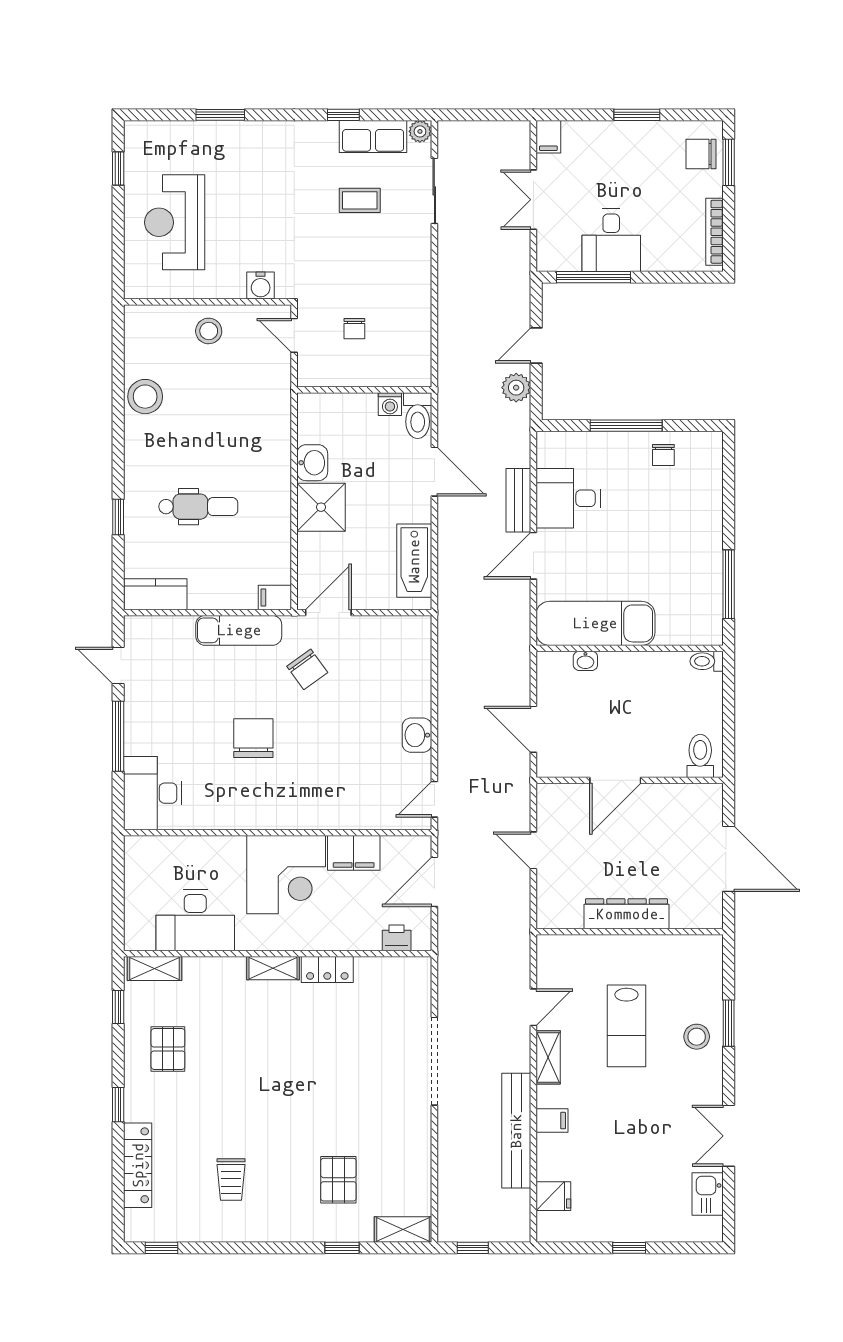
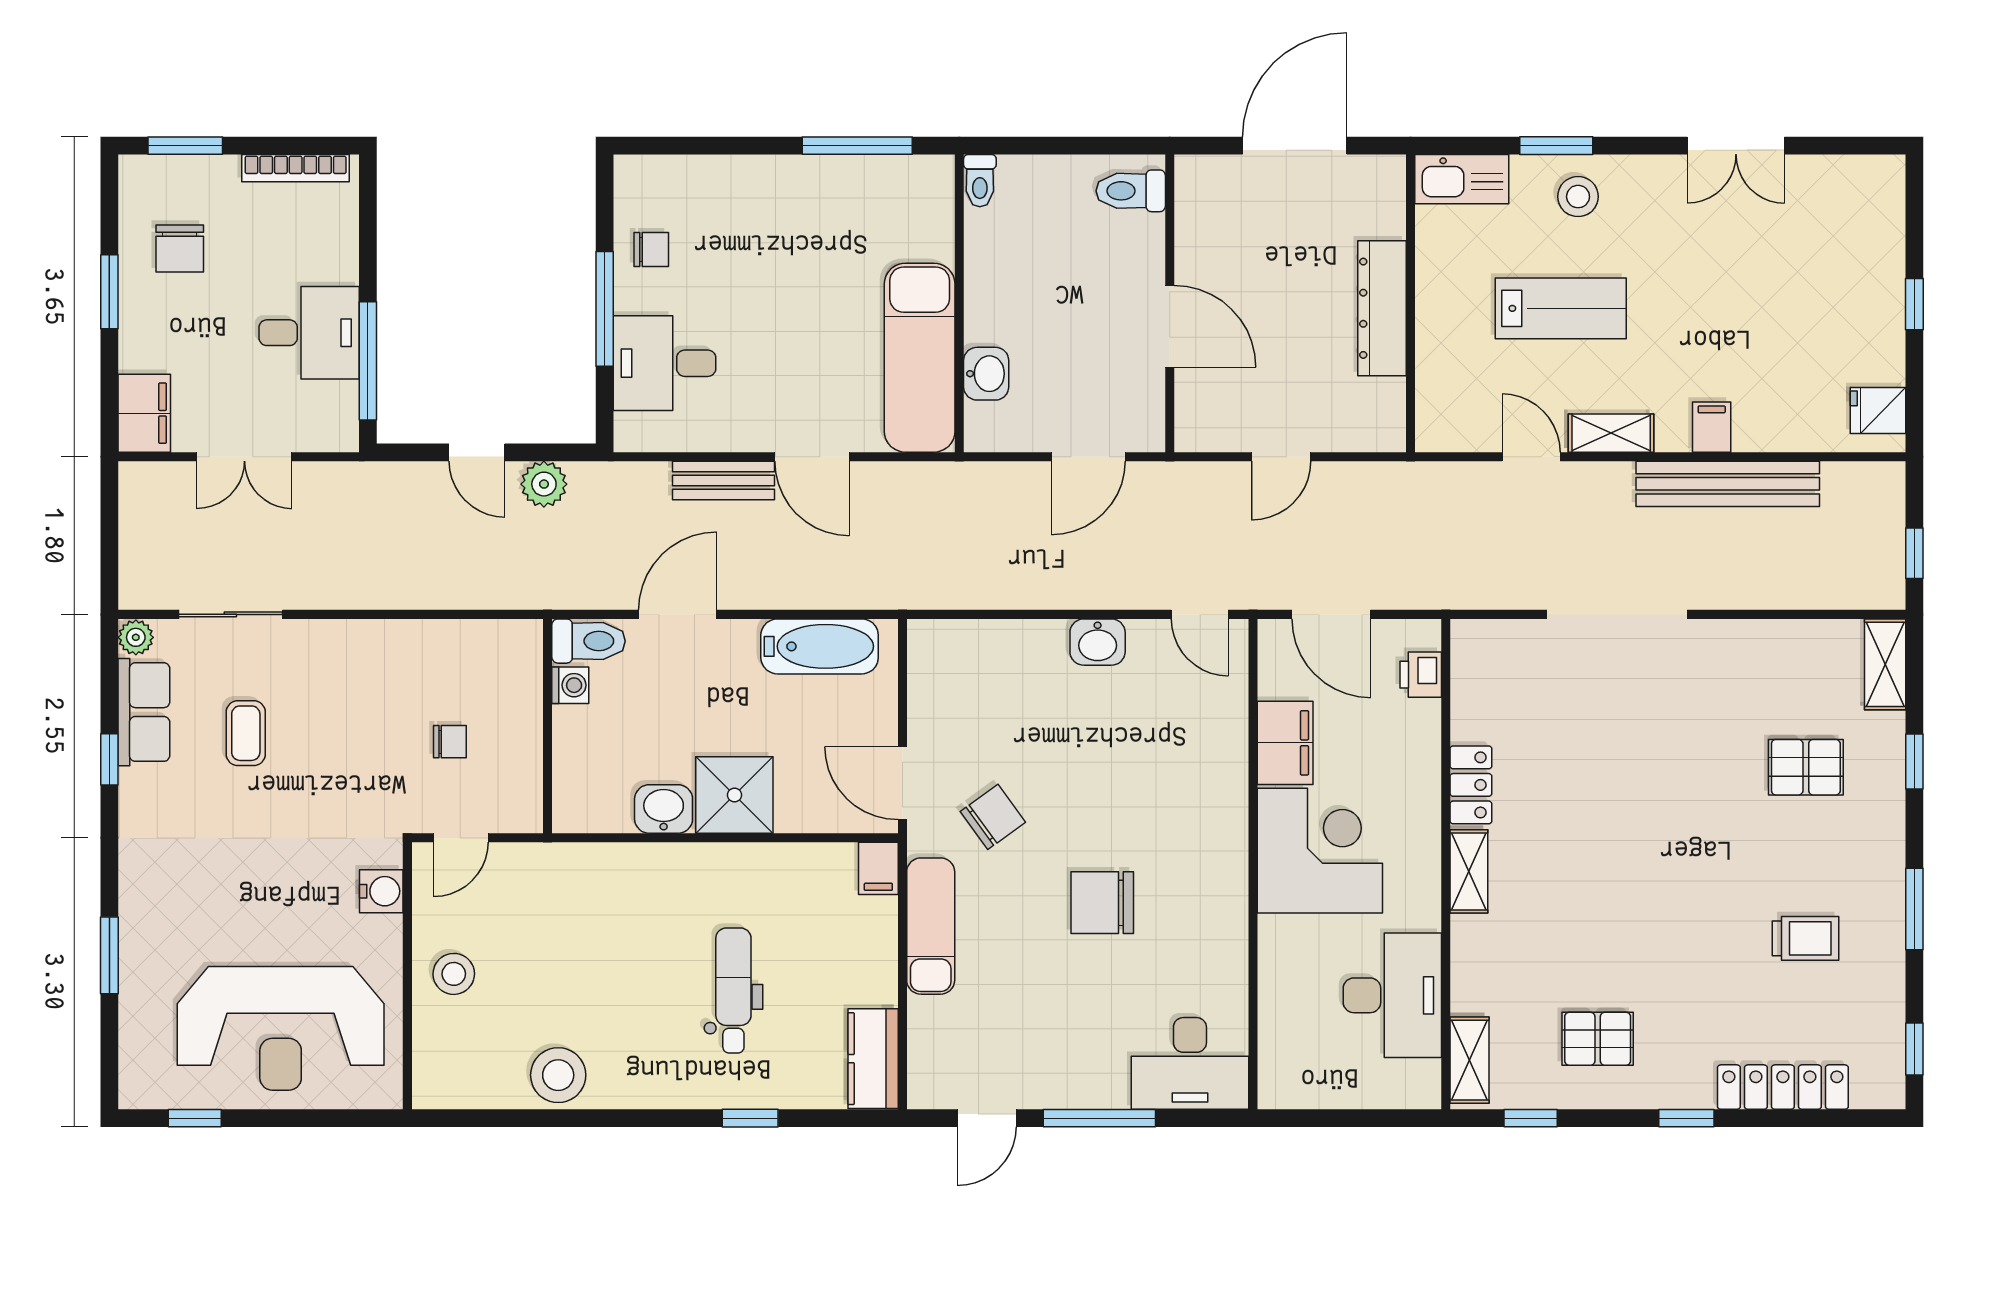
filing cabinet: (548, 137) -> (144, 413), width x2.00
chair: (701, 154) -> (180, 249), moved
reception desk: (175, 222) -> (281, 1028), width x1.36, depth x1.30
desk: (568, 498) -> (664, 363), moved, turned 90
washbasin: (585, 661) -> (986, 374), width x1.38, depth x1.45
kitchen sink: (708, 1194) -> (1462, 179), moved, width x1.38
fridge: (553, 1196) -> (1878, 410), moved, turned -90
window: (249, 1248) -> (1914, 909), added

